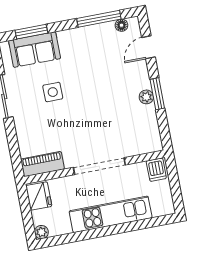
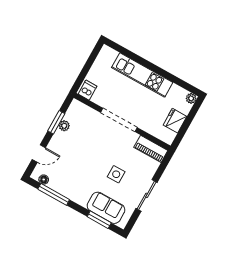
piano: (43, 164) -> (151, 149), moved
doorway: (99, 166) -> (119, 120), moved
wall: (94, 167) -> (122, 122), moved
dishwasher: (156, 170) -> (87, 90), moved

